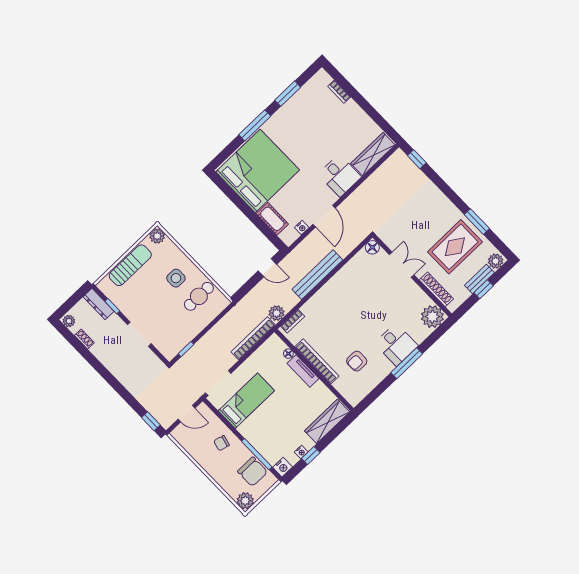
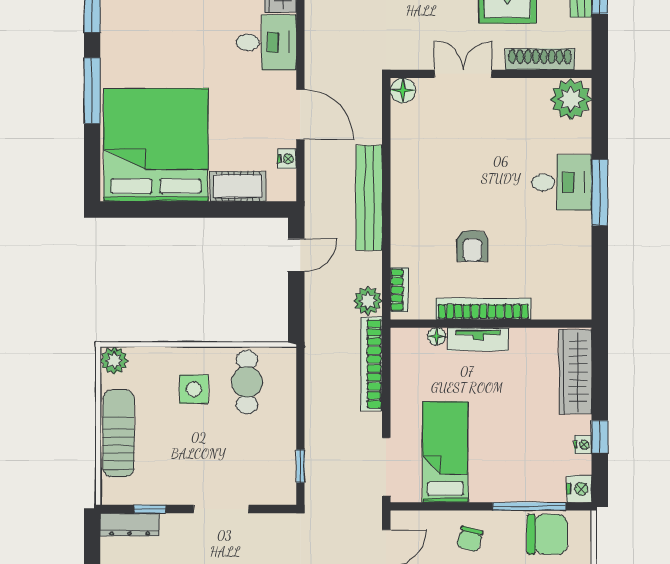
armchair: (357, 361) -> (472, 246), moved

